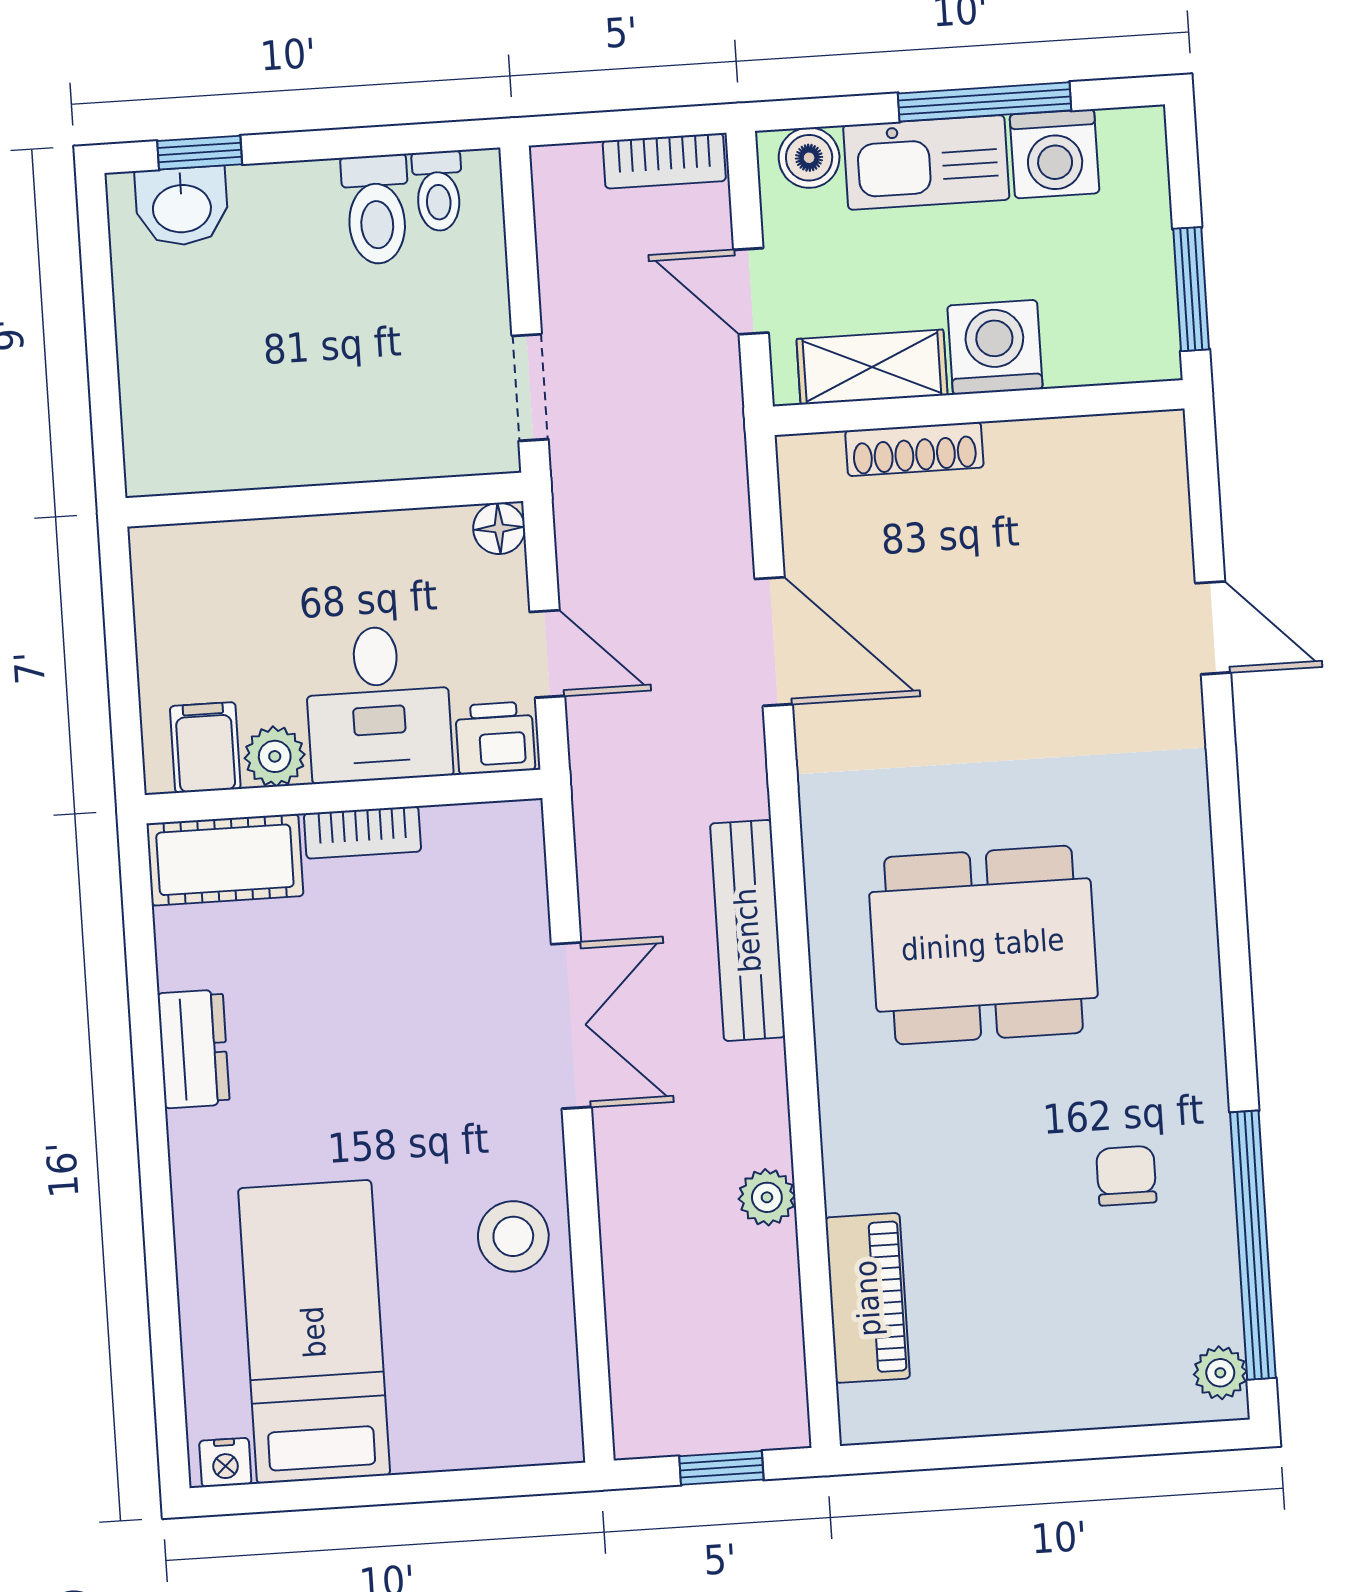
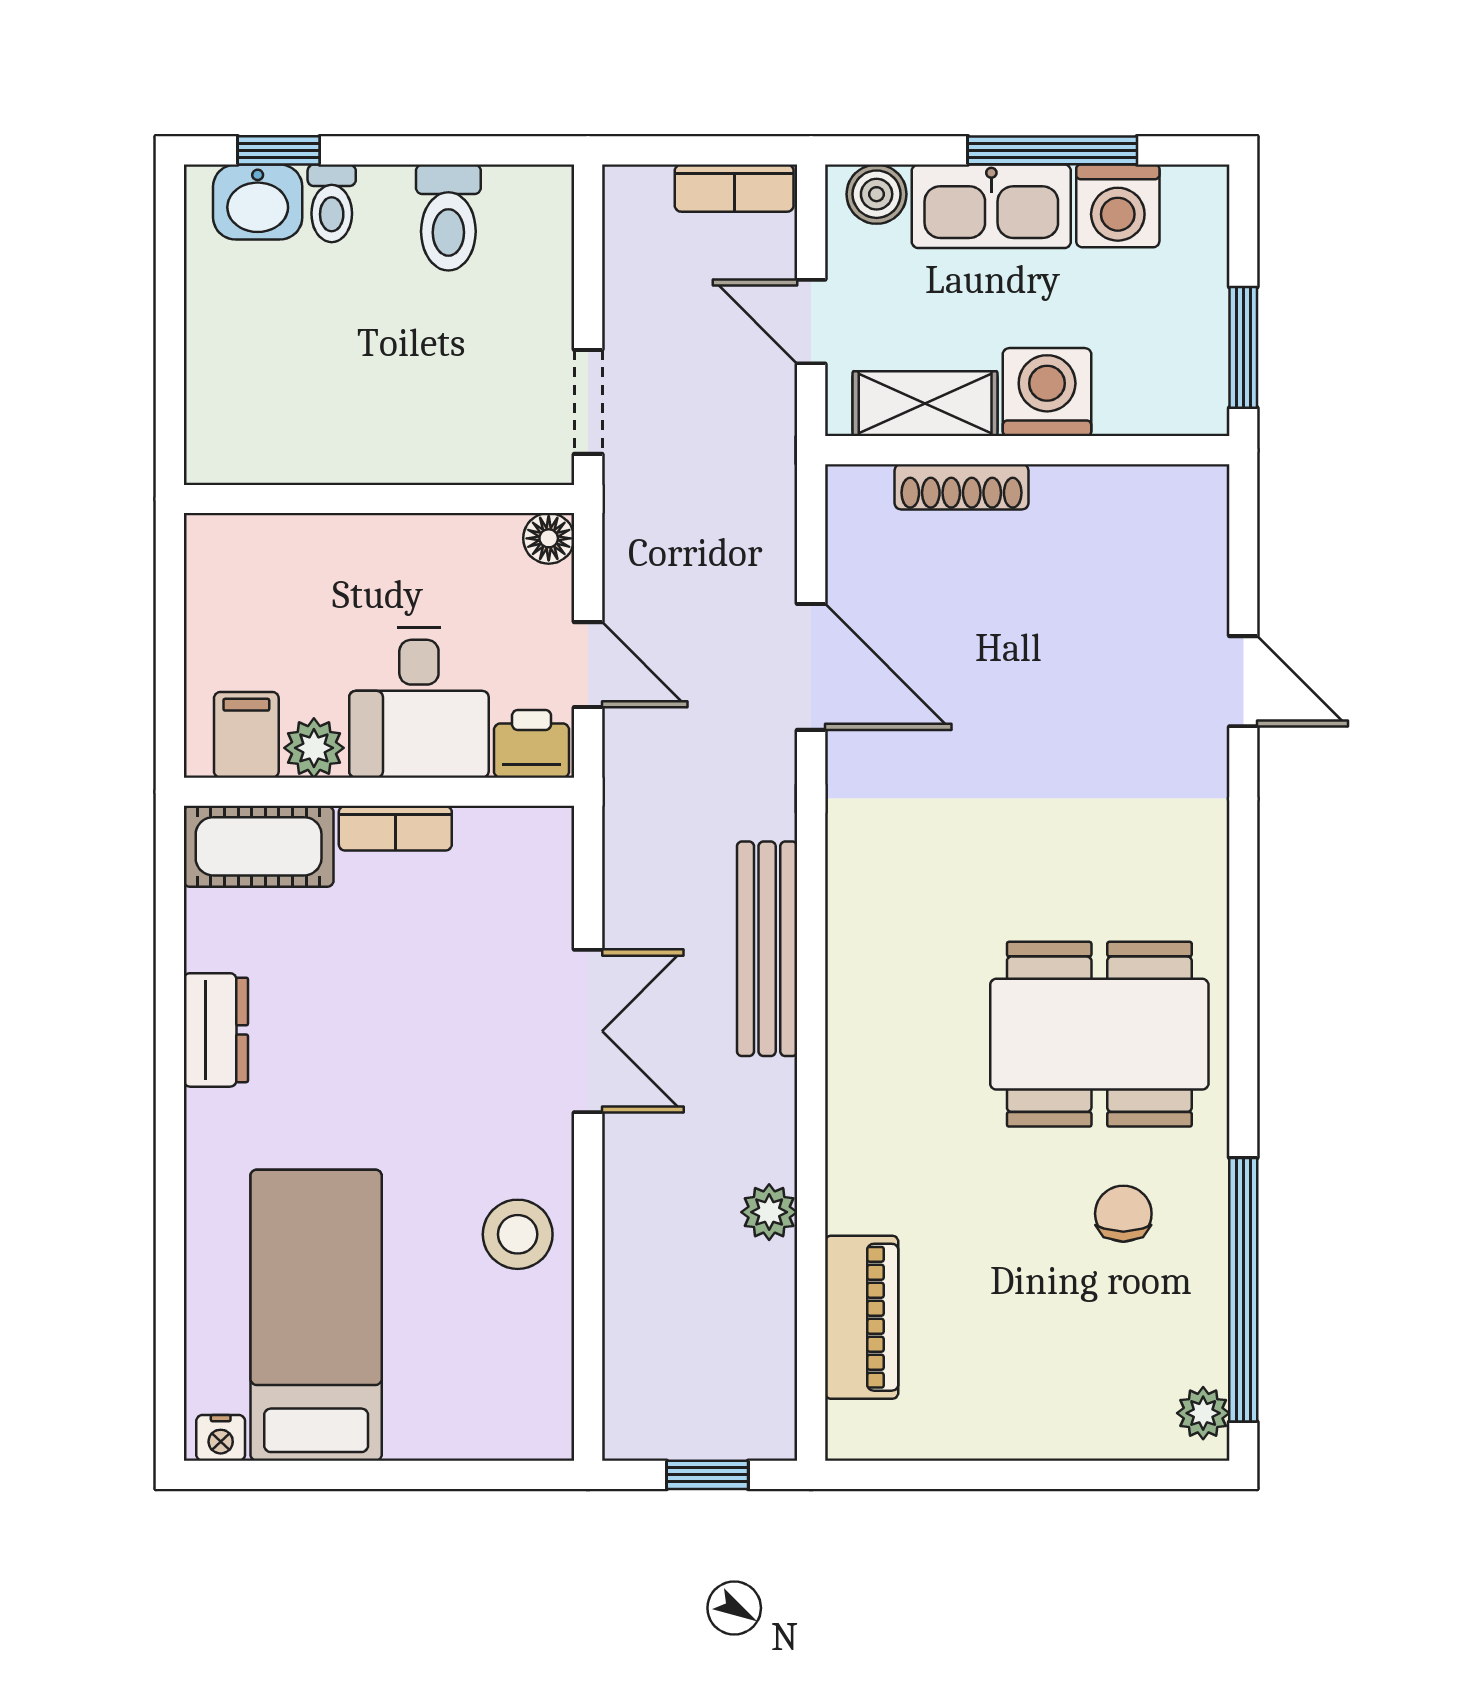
toilet: (438, 191) -> (332, 203), moved
dining table: (983, 945) -> (1099, 1034), moved

